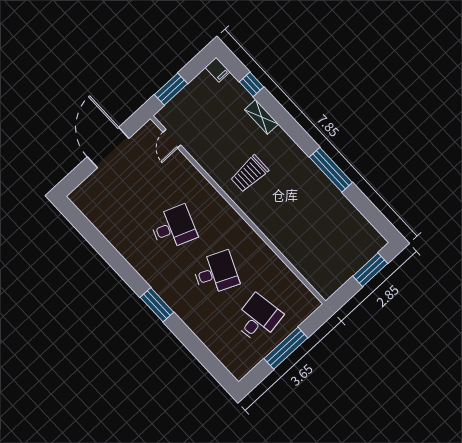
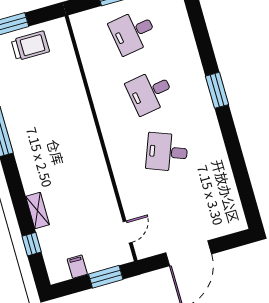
filing cabinet: (218, 70) -> (77, 267), moved
trolley: (249, 174) -> (30, 46), moved
desk: (216, 273) -> (150, 92), turned -33

